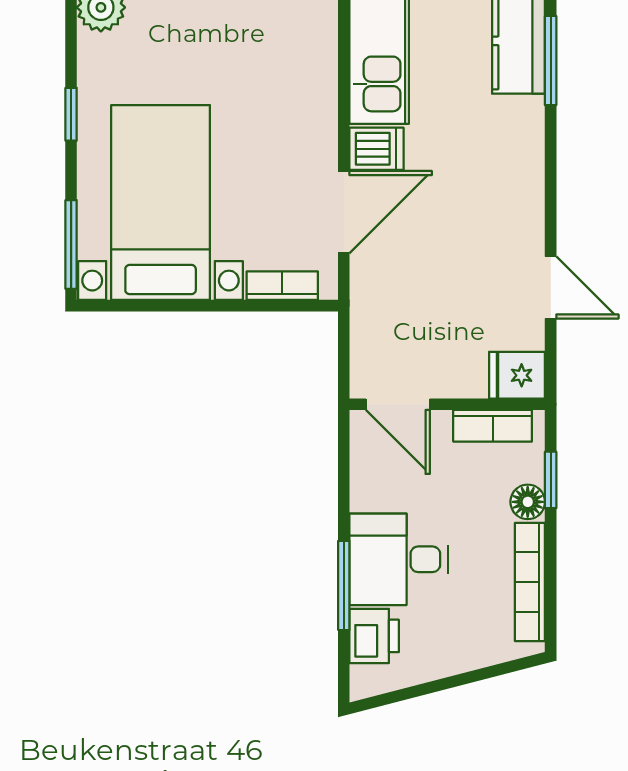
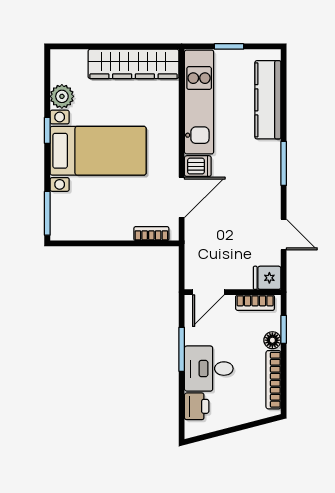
window: (551, 61) -> (284, 163), moved
window: (71, 114) -> (47, 130), moved
bed with nightstands: (161, 203) -> (98, 151), moved, turned 90
door: (398, 404) -> (208, 292), hinge flipped
window: (344, 585) -> (182, 349), moved

